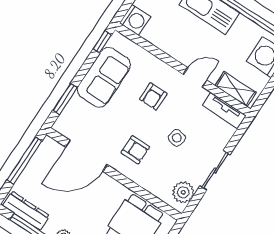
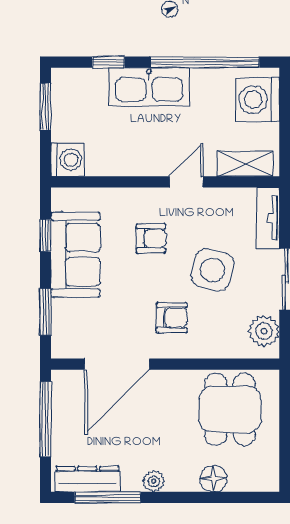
window: (102, 42) -> (46, 236), moved
armchair: (153, 96) -> (151, 238), turned -90
tv unit: (224, 110) -> (268, 218), moved, turned 90
side table: (177, 138) -> (213, 270), width x1.87, depth x1.87

